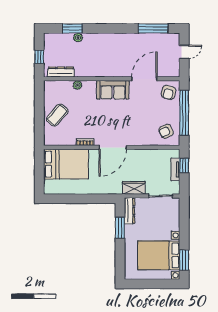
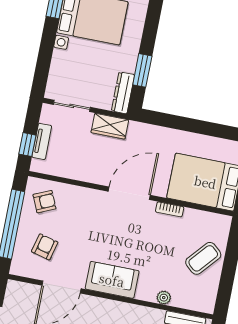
armchair: (168, 92) -> (45, 247), moved

